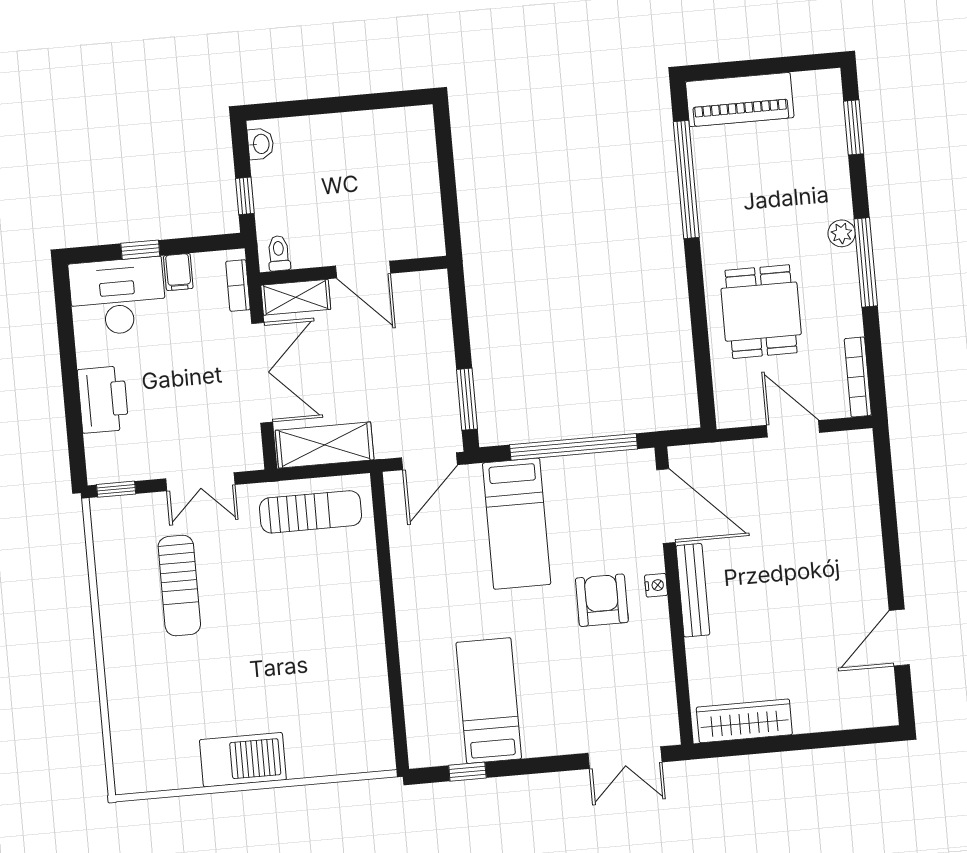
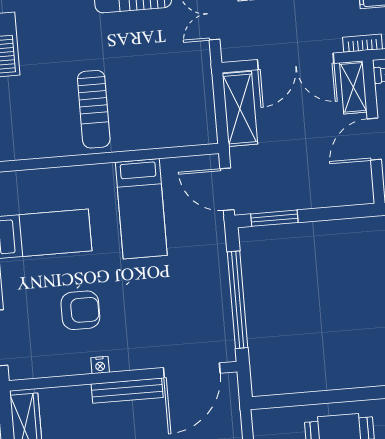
sun lounger: (311, 512) -> (94, 109), moved
bed: (517, 524) -> (141, 209), moved, turned -90
nightstand: (656, 585) -> (100, 365), moved
armchair: (602, 600) -> (80, 310), moved

